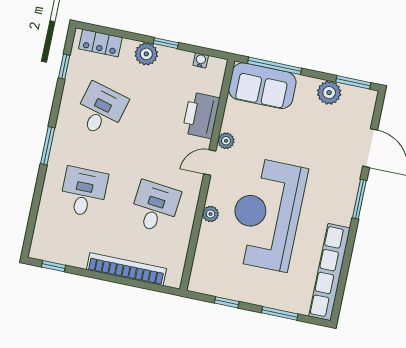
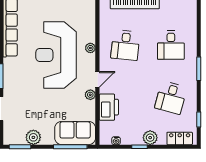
reception desk: (267, 214) -> (56, 55), turned 180

